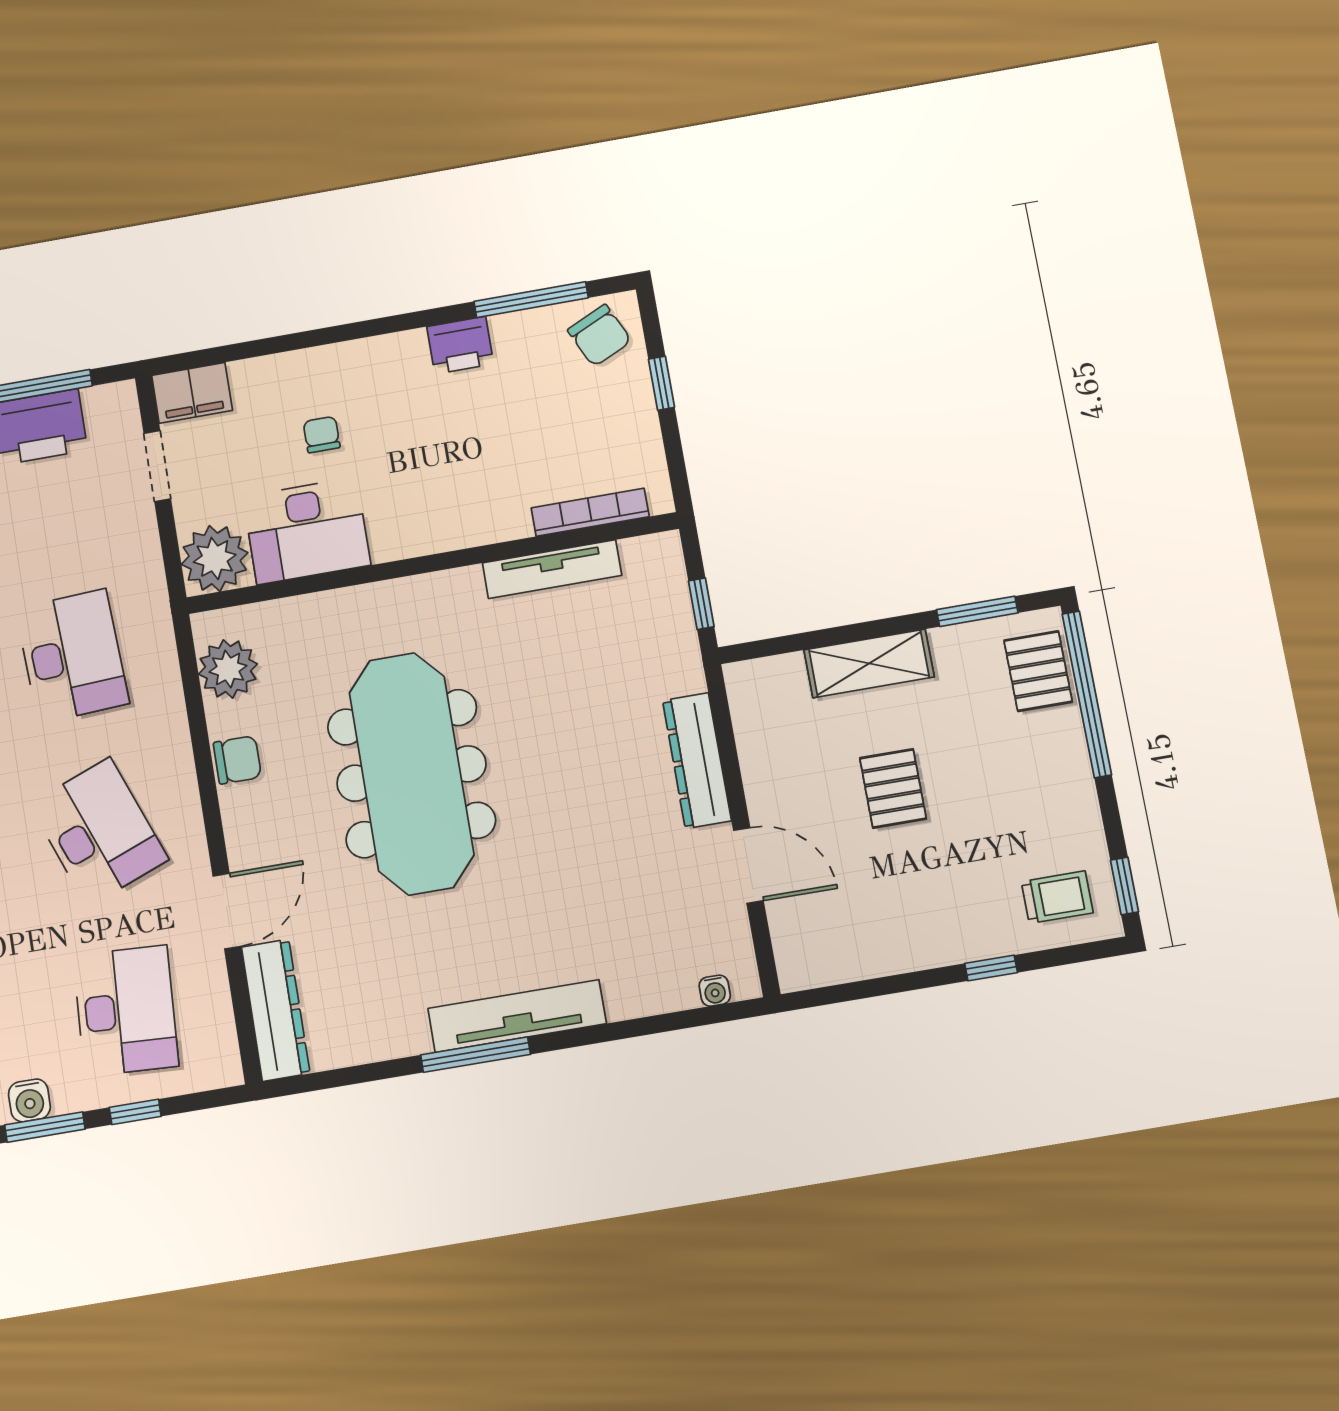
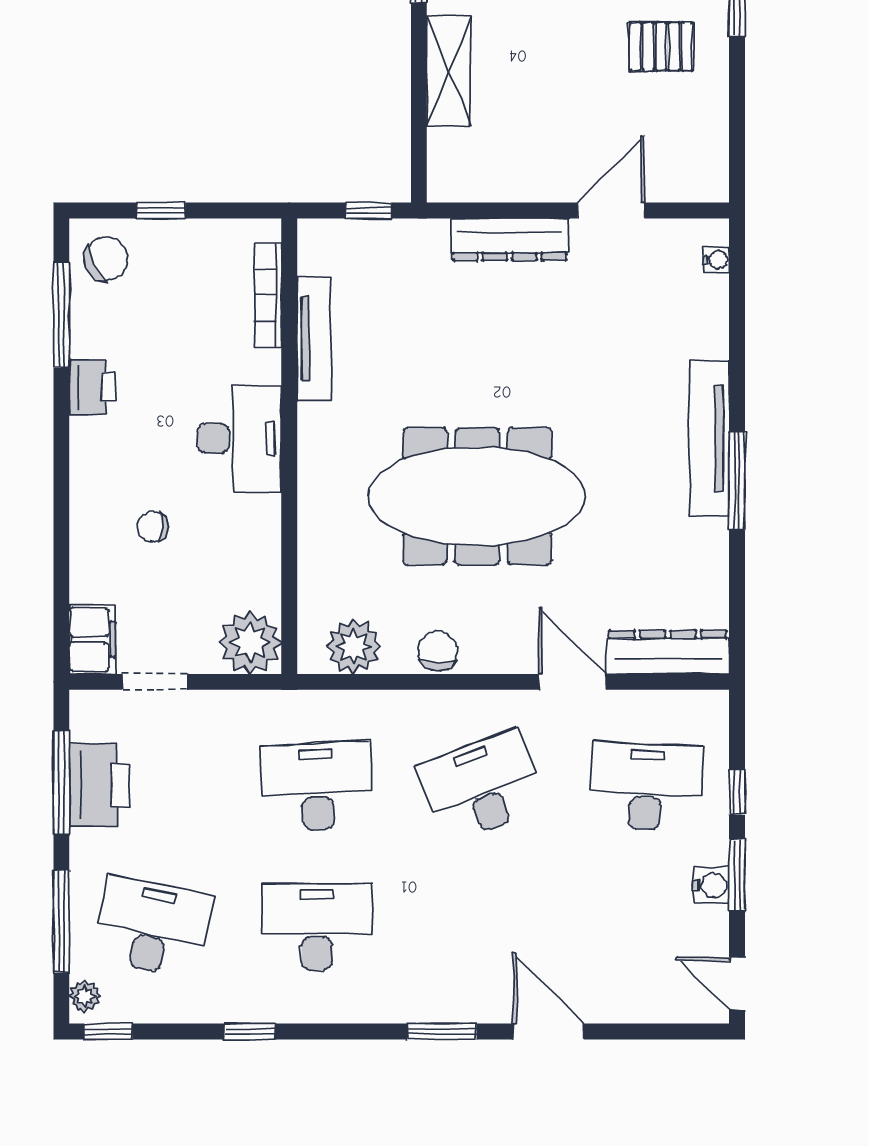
desk: (307, 531) -> (239, 439), moved
pallet: (893, 788) -> (661, 46), moved

